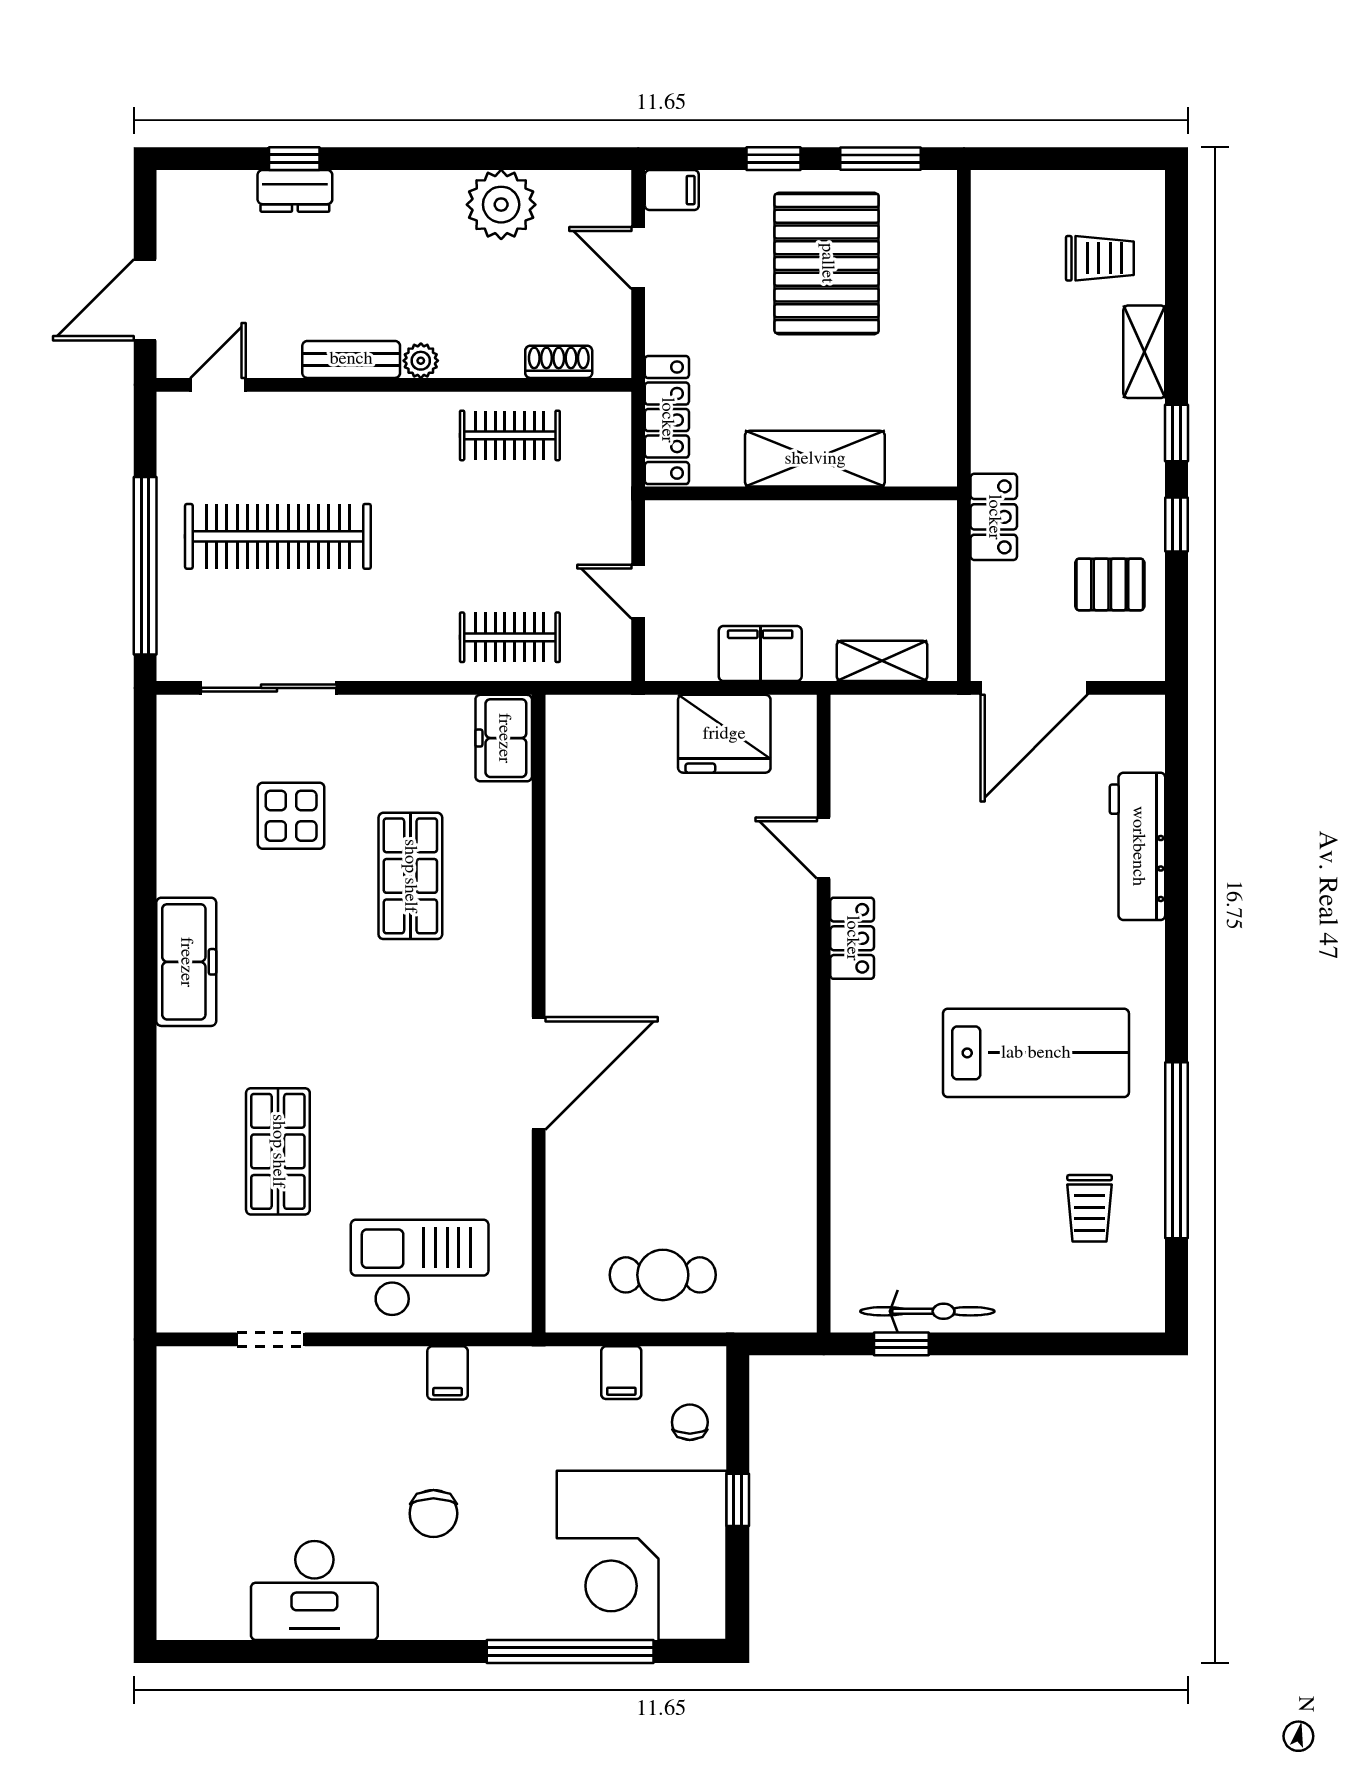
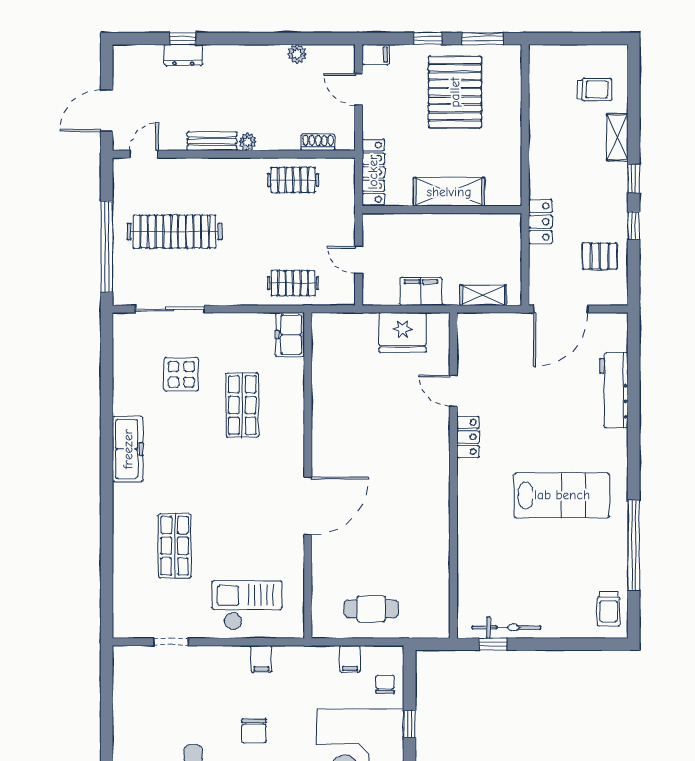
plant: (501, 205) -> (297, 54), width x0.53, depth x0.53
trolley: (1090, 1208) -> (609, 609), moved

